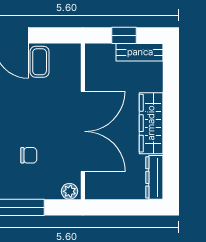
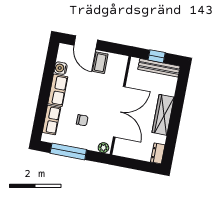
bench: (140, 52) -> (159, 68), width x1.36
dresser: (154, 177) -> (158, 153), width x0.70

